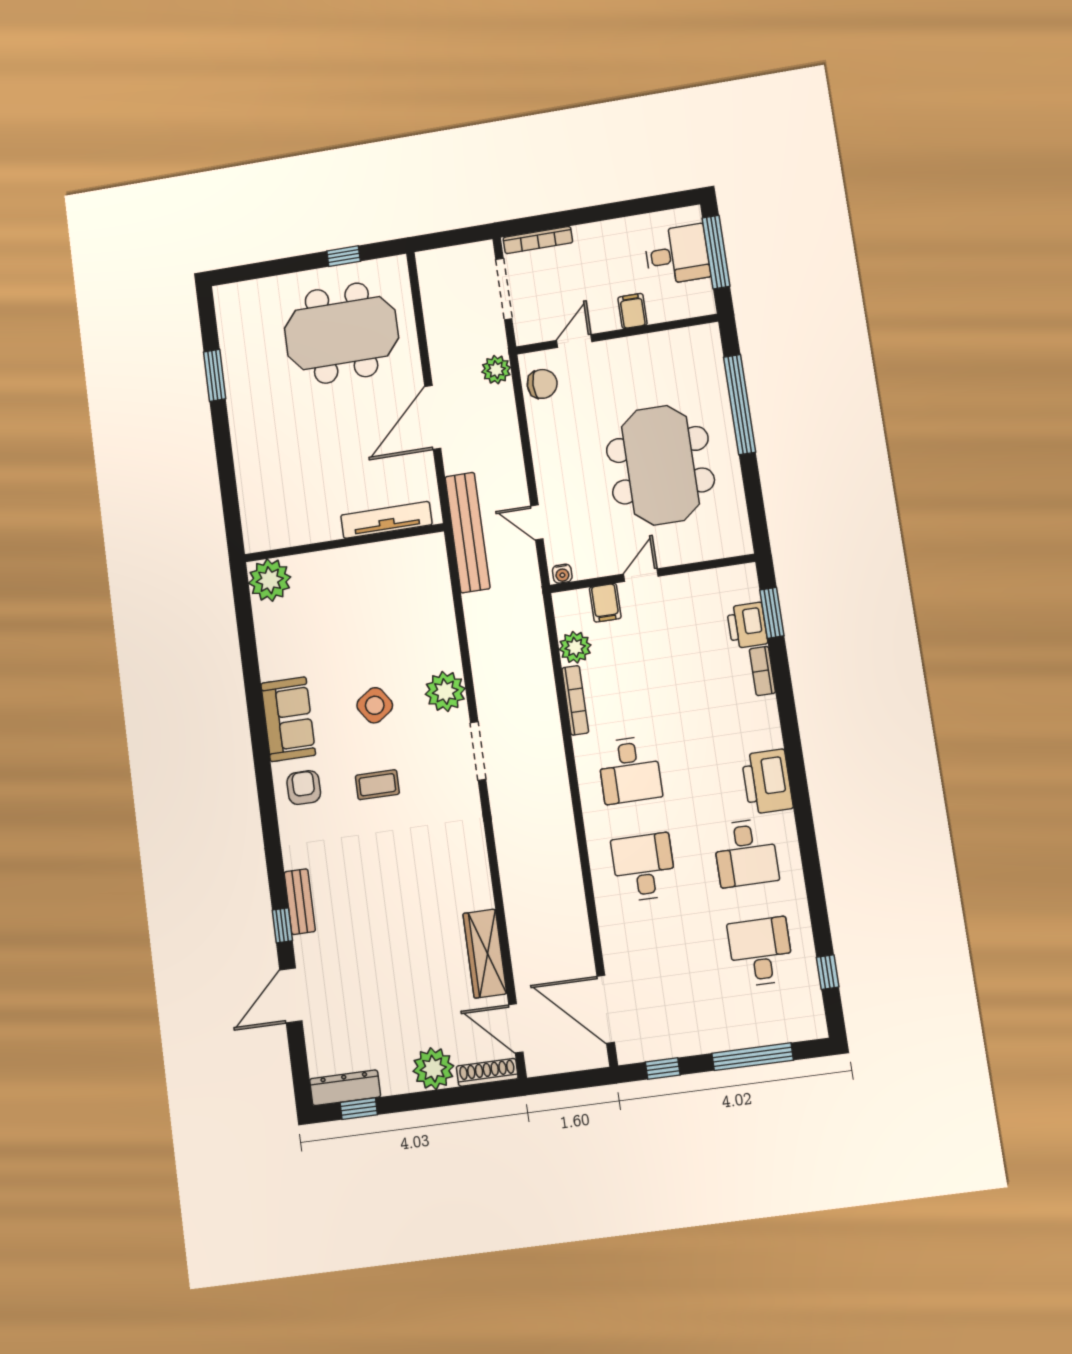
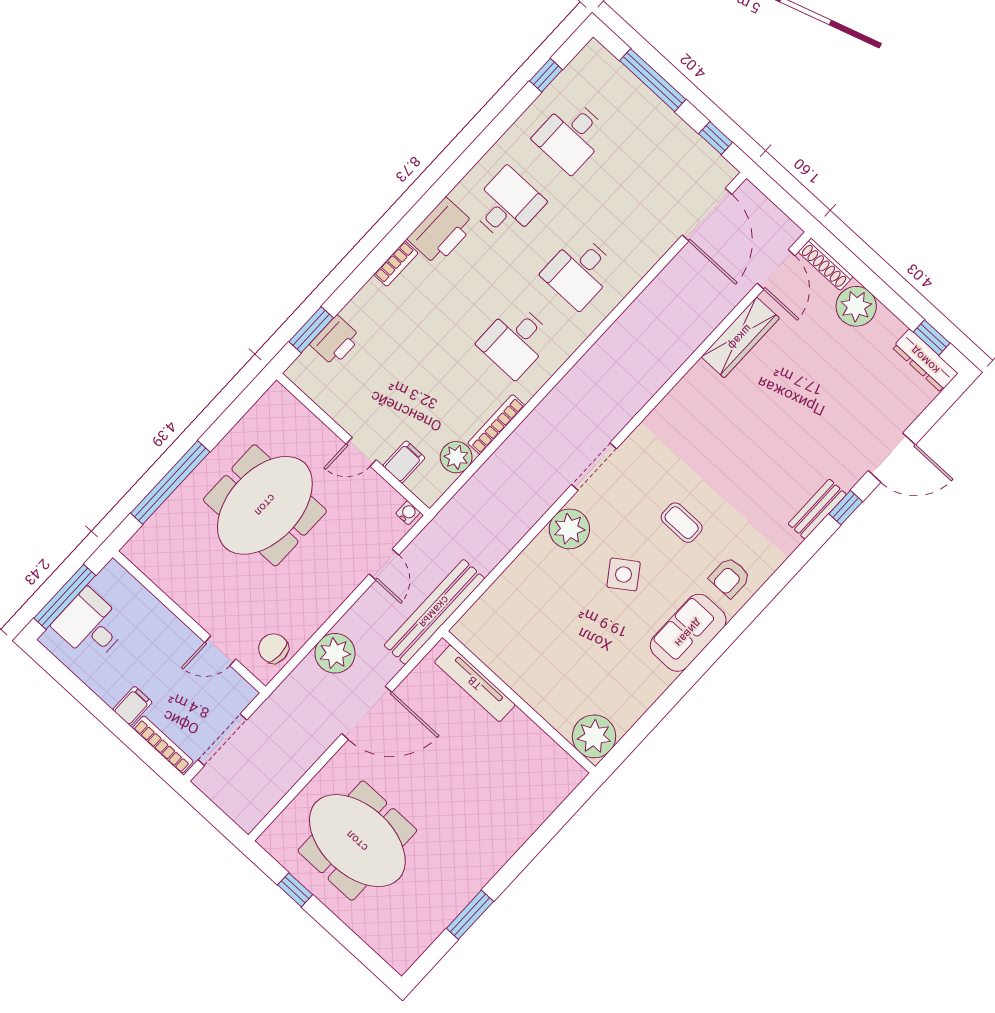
filing cabinet: (633, 311) -> (132, 706), moved, turned 180
plant: (496, 370) -> (335, 653), moved, width x1.36, depth x1.36
bookcase: (762, 671) -> (396, 264), moved
desk: (630, 770) -> (515, 341), turned 180

